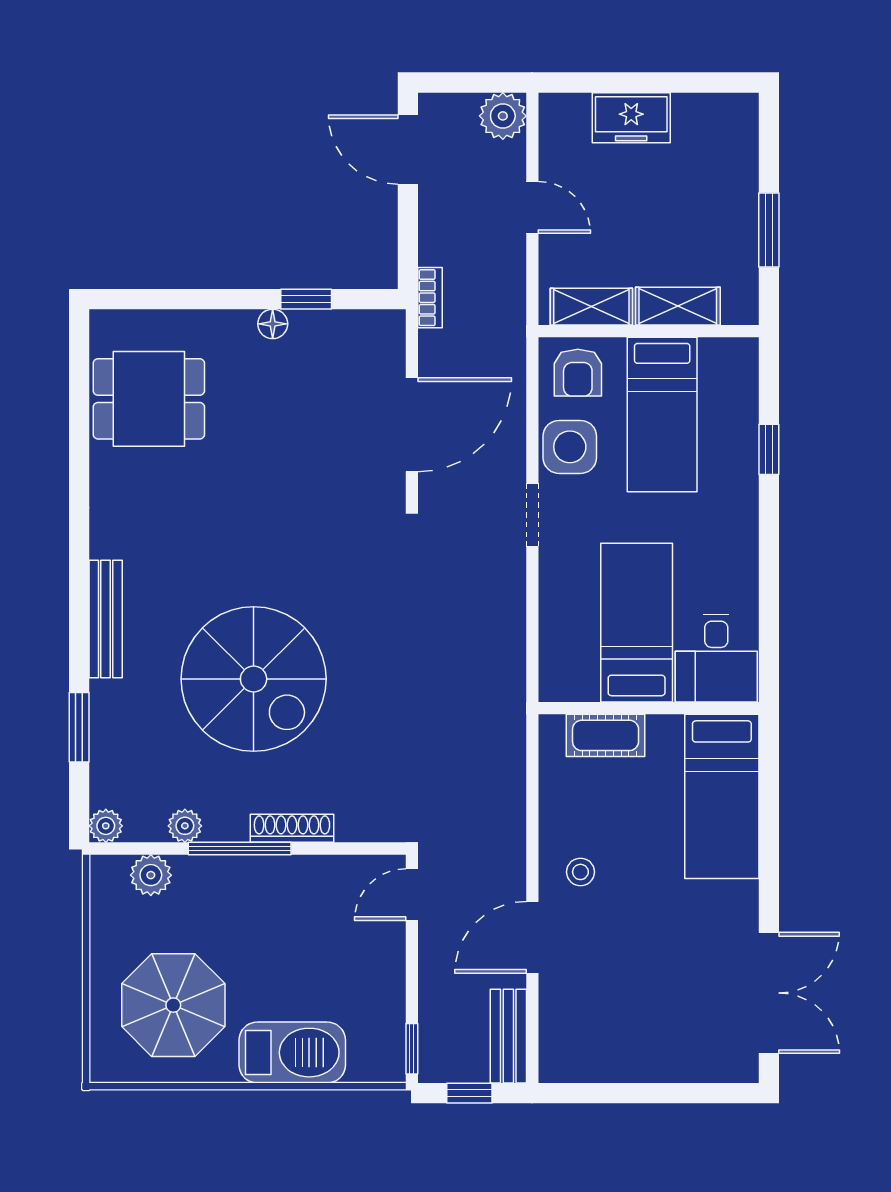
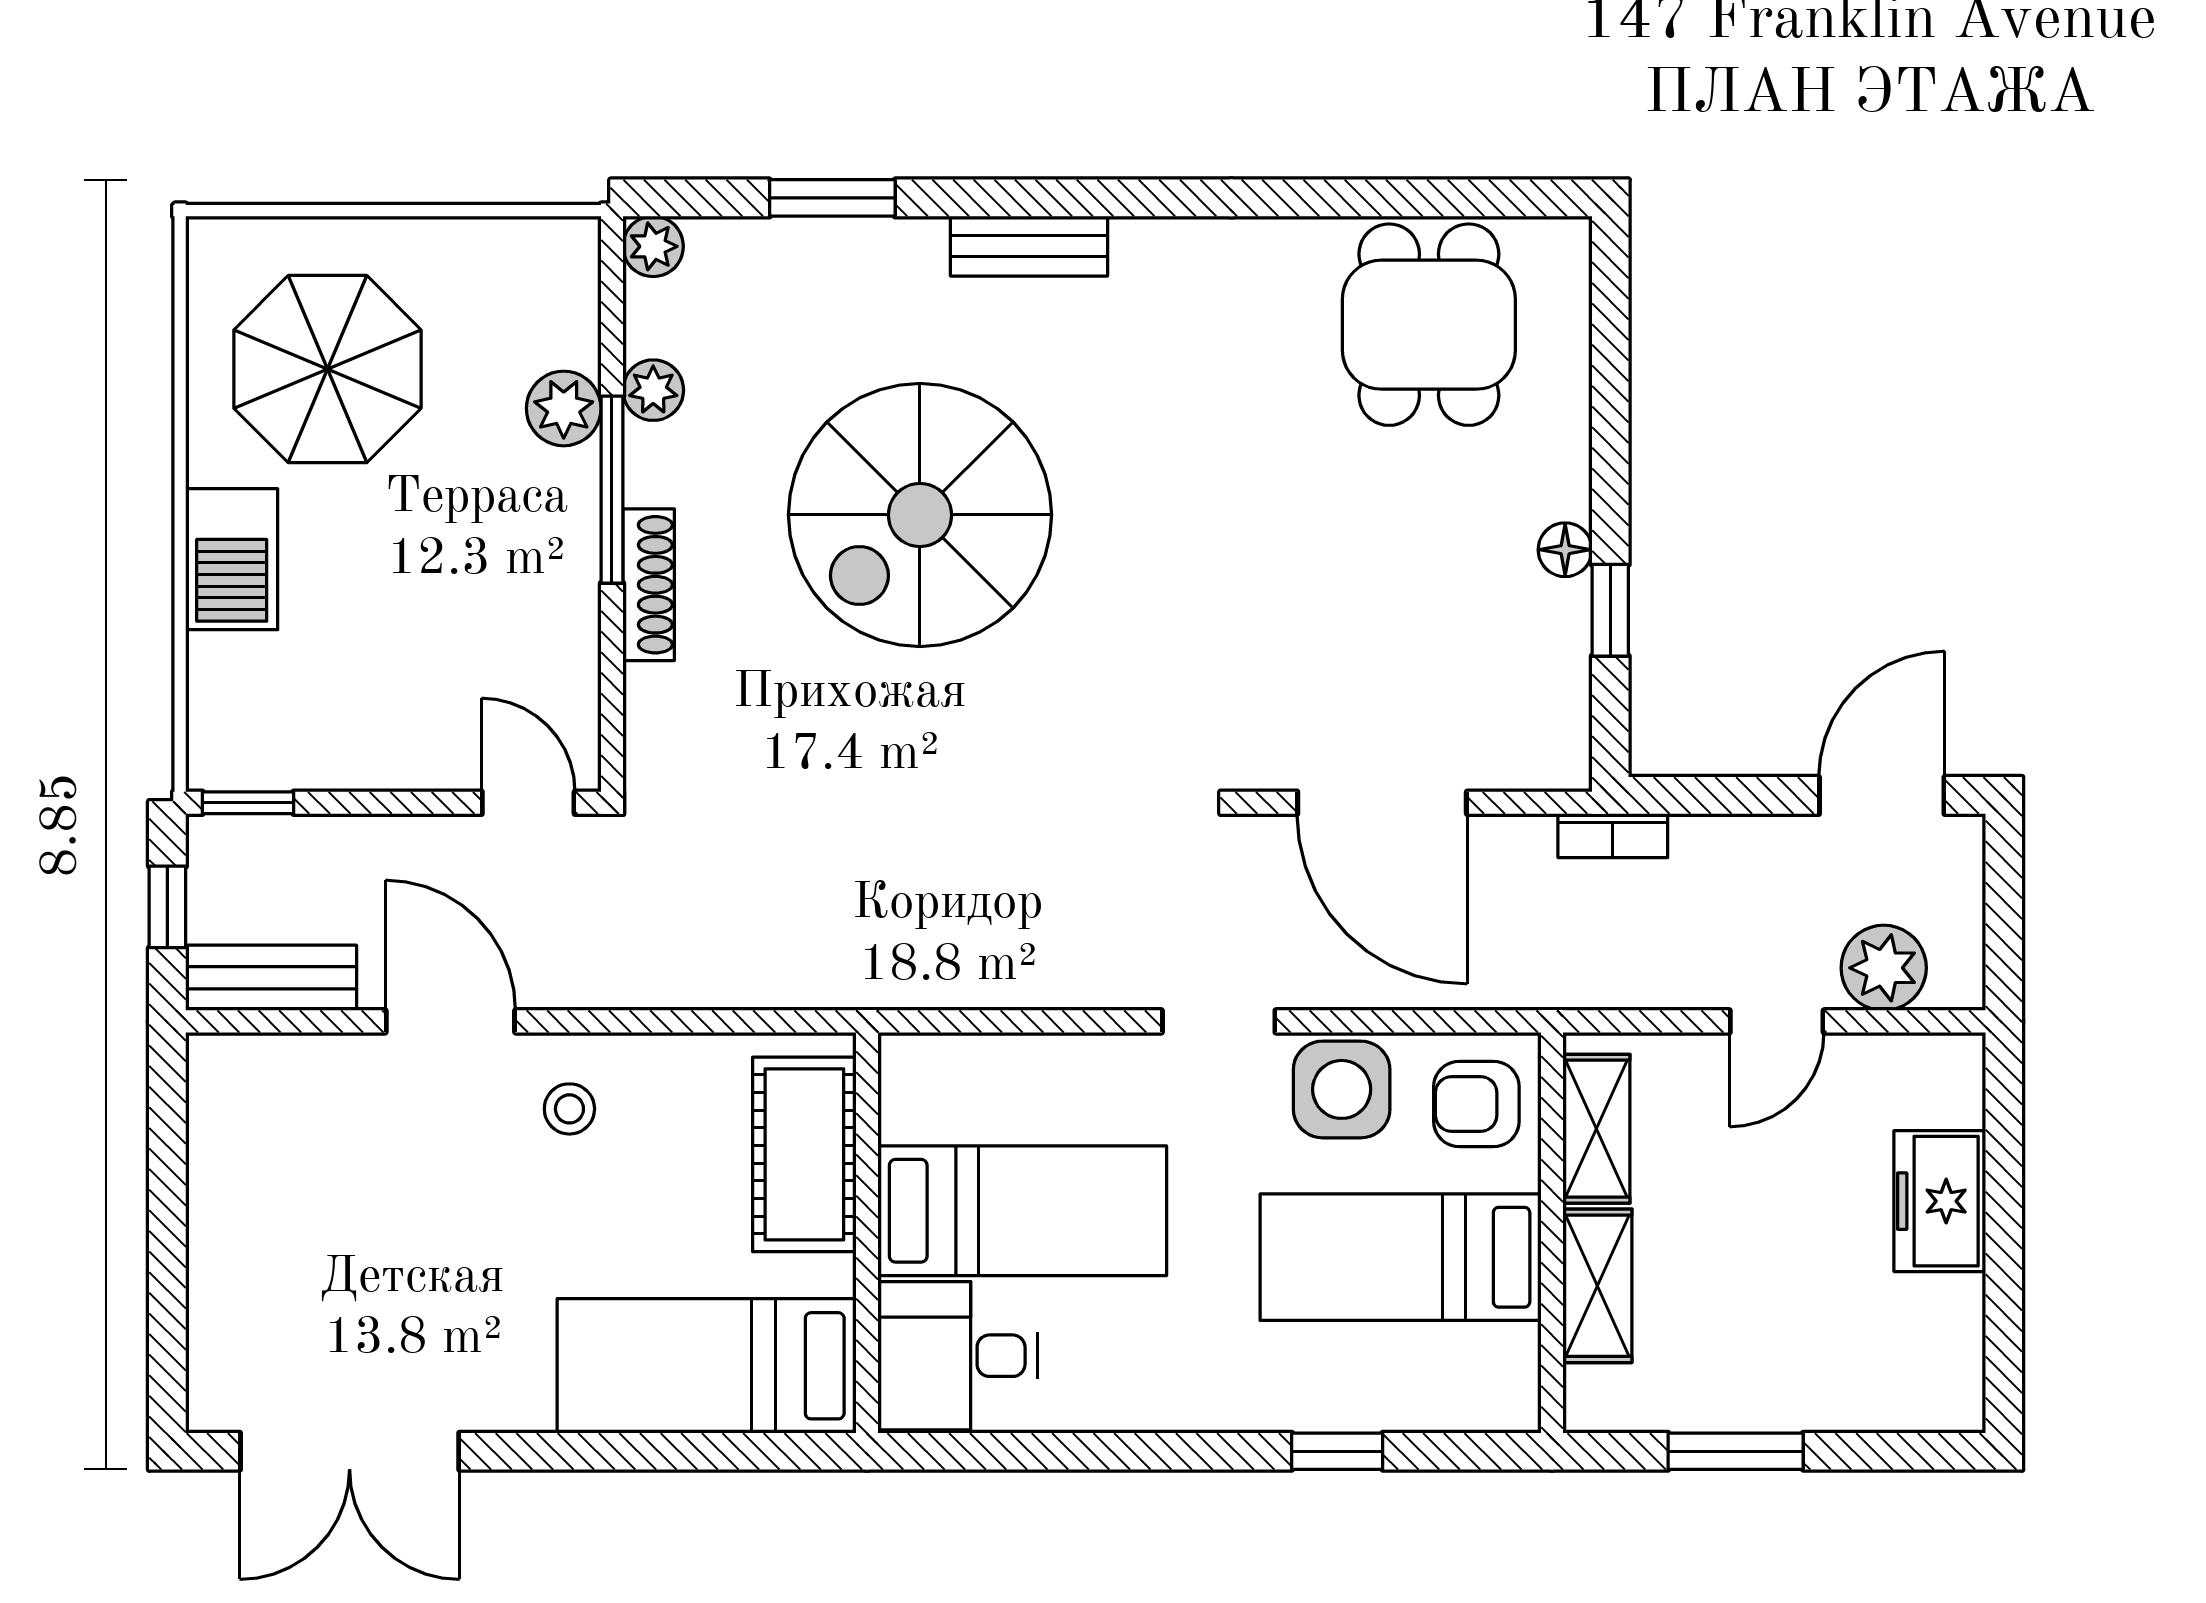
plant: (503, 116) -> (1884, 968), moved
bench: (106, 619) -> (1029, 246), width x0.73
cot: (606, 735) -> (804, 1154), width x1.37, depth x1.34
plant: (151, 875) -> (564, 408), moved
barbecue: (292, 1053) -> (232, 559), width x0.73, depth x0.83

